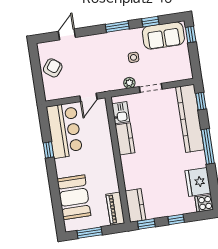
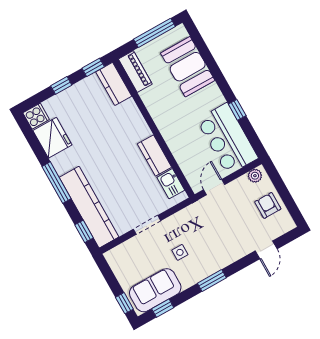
window: (150, 22) -> (163, 308), moved
armchair: (53, 68) -> (268, 205), turned 142
plant: (129, 83) -> (255, 176), moved
window: (90, 233) -> (154, 33), width x1.44

